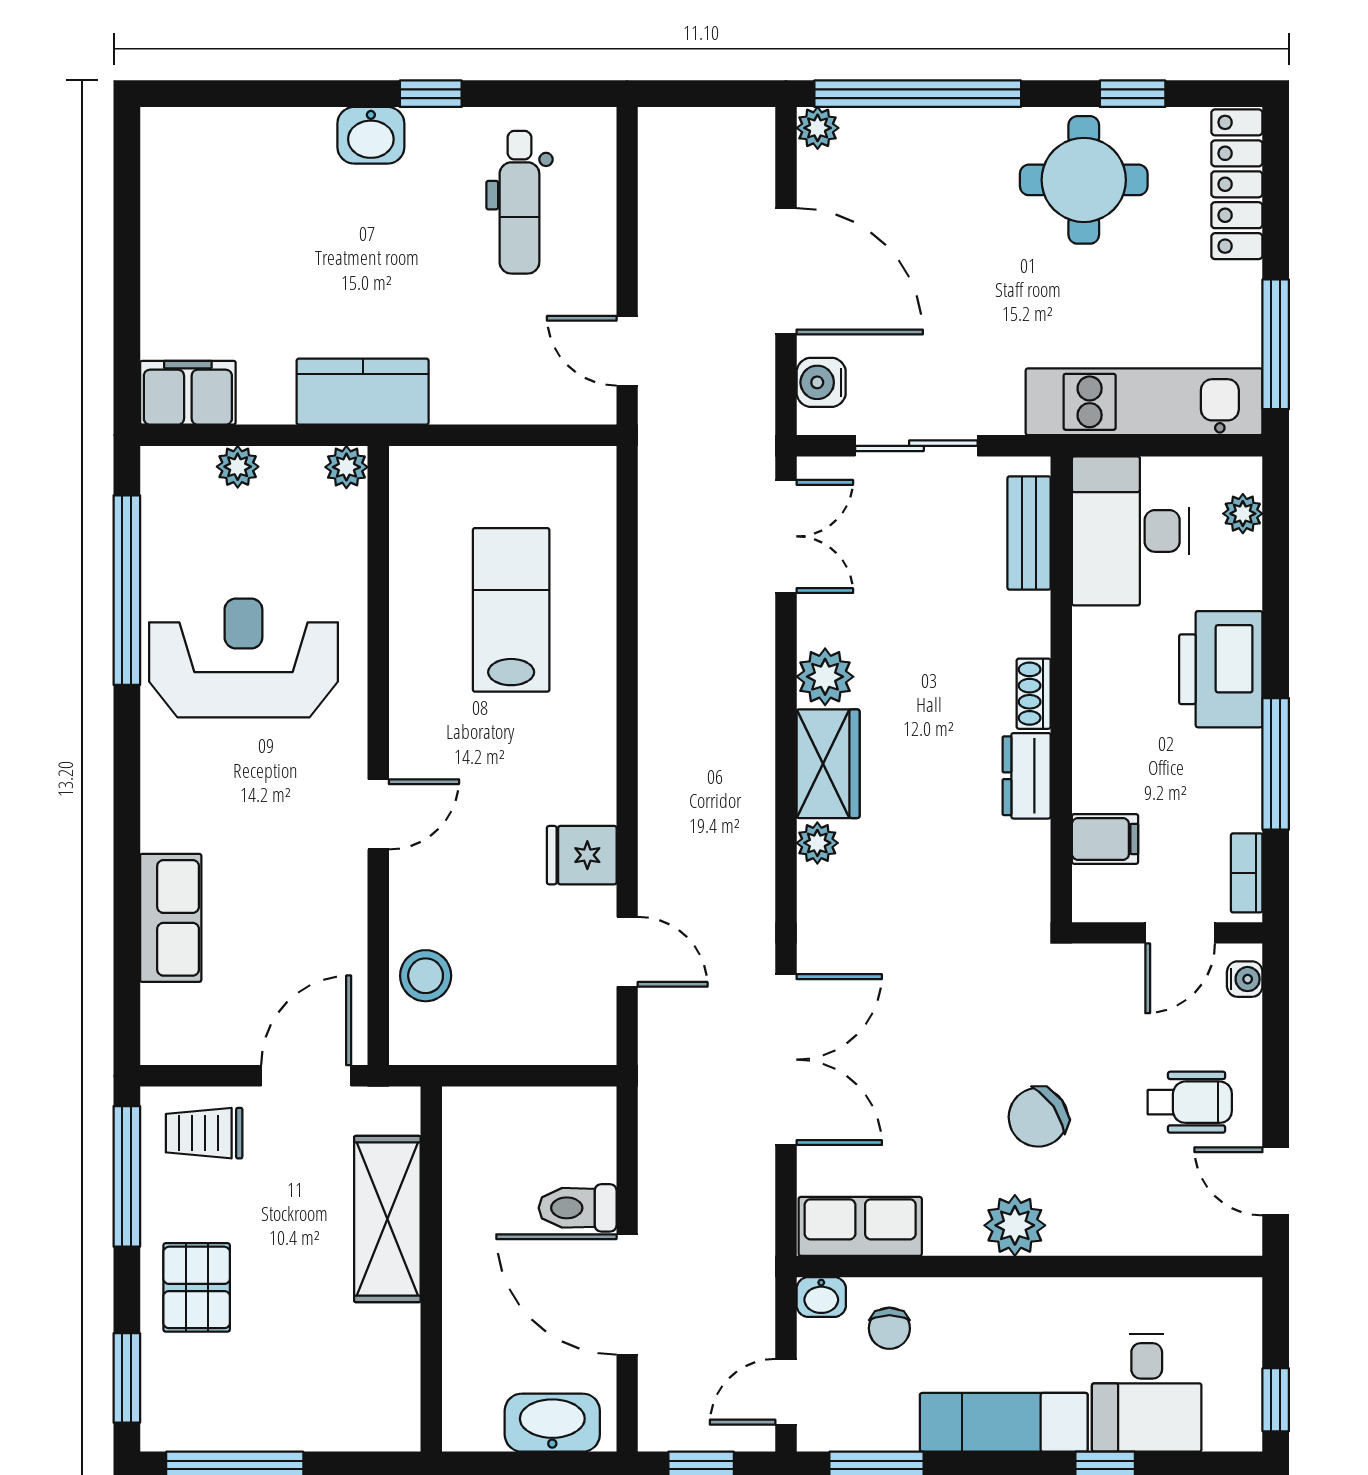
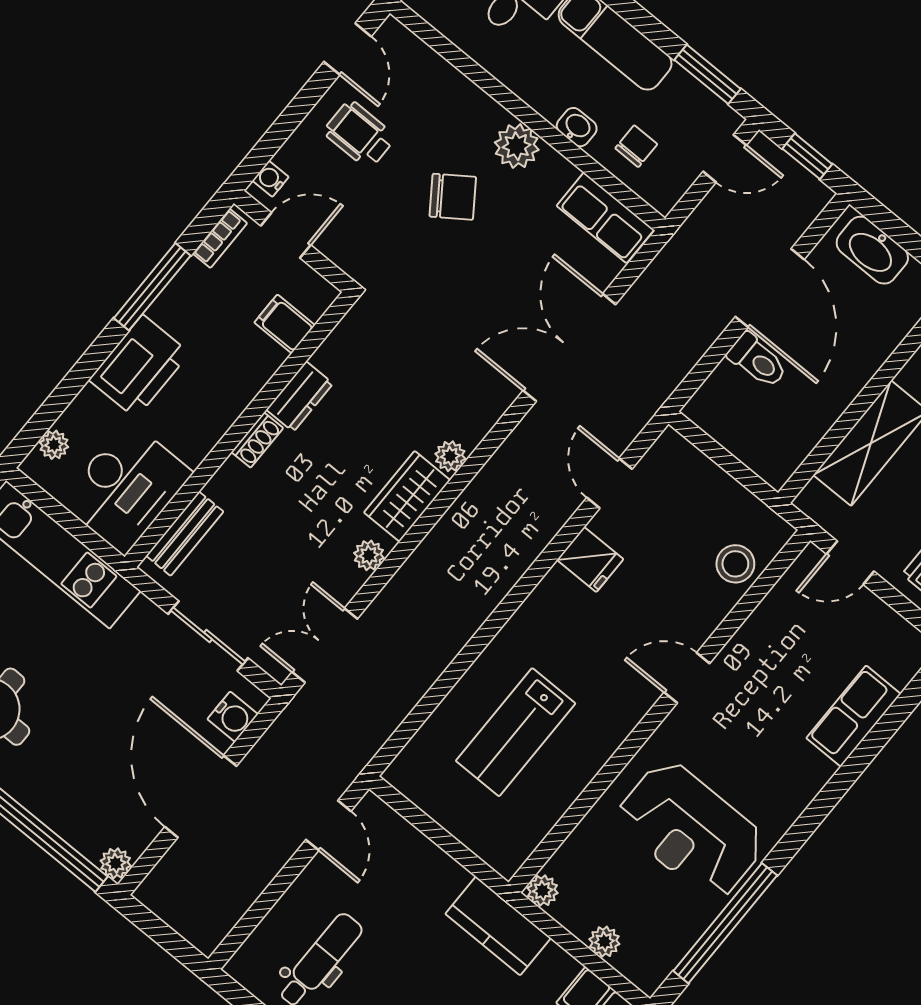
plant: (825, 677) -> (369, 555), width x0.73, depth x0.73
door: (306, 1076) -> (850, 563), width x0.73
washbasin: (821, 1297) -> (577, 127), moved

